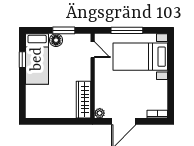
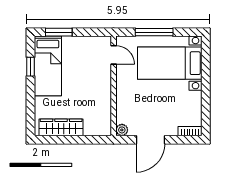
window: (64, 30) -> (59, 32), moved
floor lamp: (56, 40) -> (70, 44), removed
wardrobe: (84, 100) -> (61, 127), moved, turned 90

